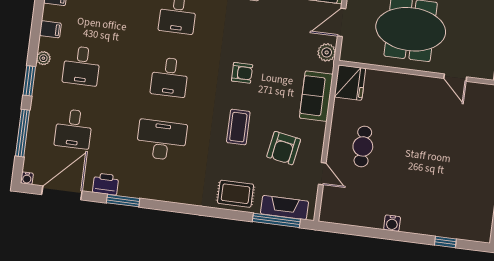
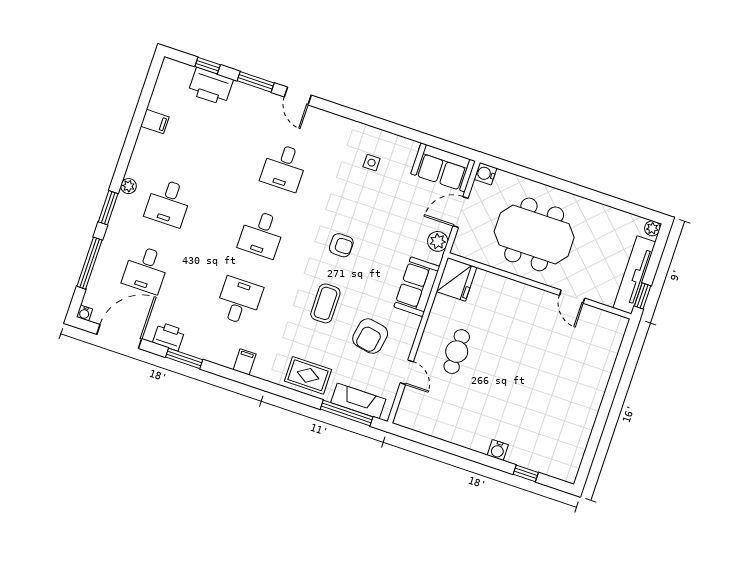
filing cabinet: (50, 29) -> (245, 362), moved, turned -90
desk: (161, 140) -> (239, 301), width x0.73
water cooler: (392, 223) -> (498, 450), moved

